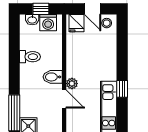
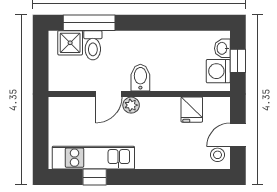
fridge: (76, 23) -> (192, 110), moved, turned -90
toilet: (30, 57) -> (93, 45), moved
window: (122, 89) -> (95, 177), moved

